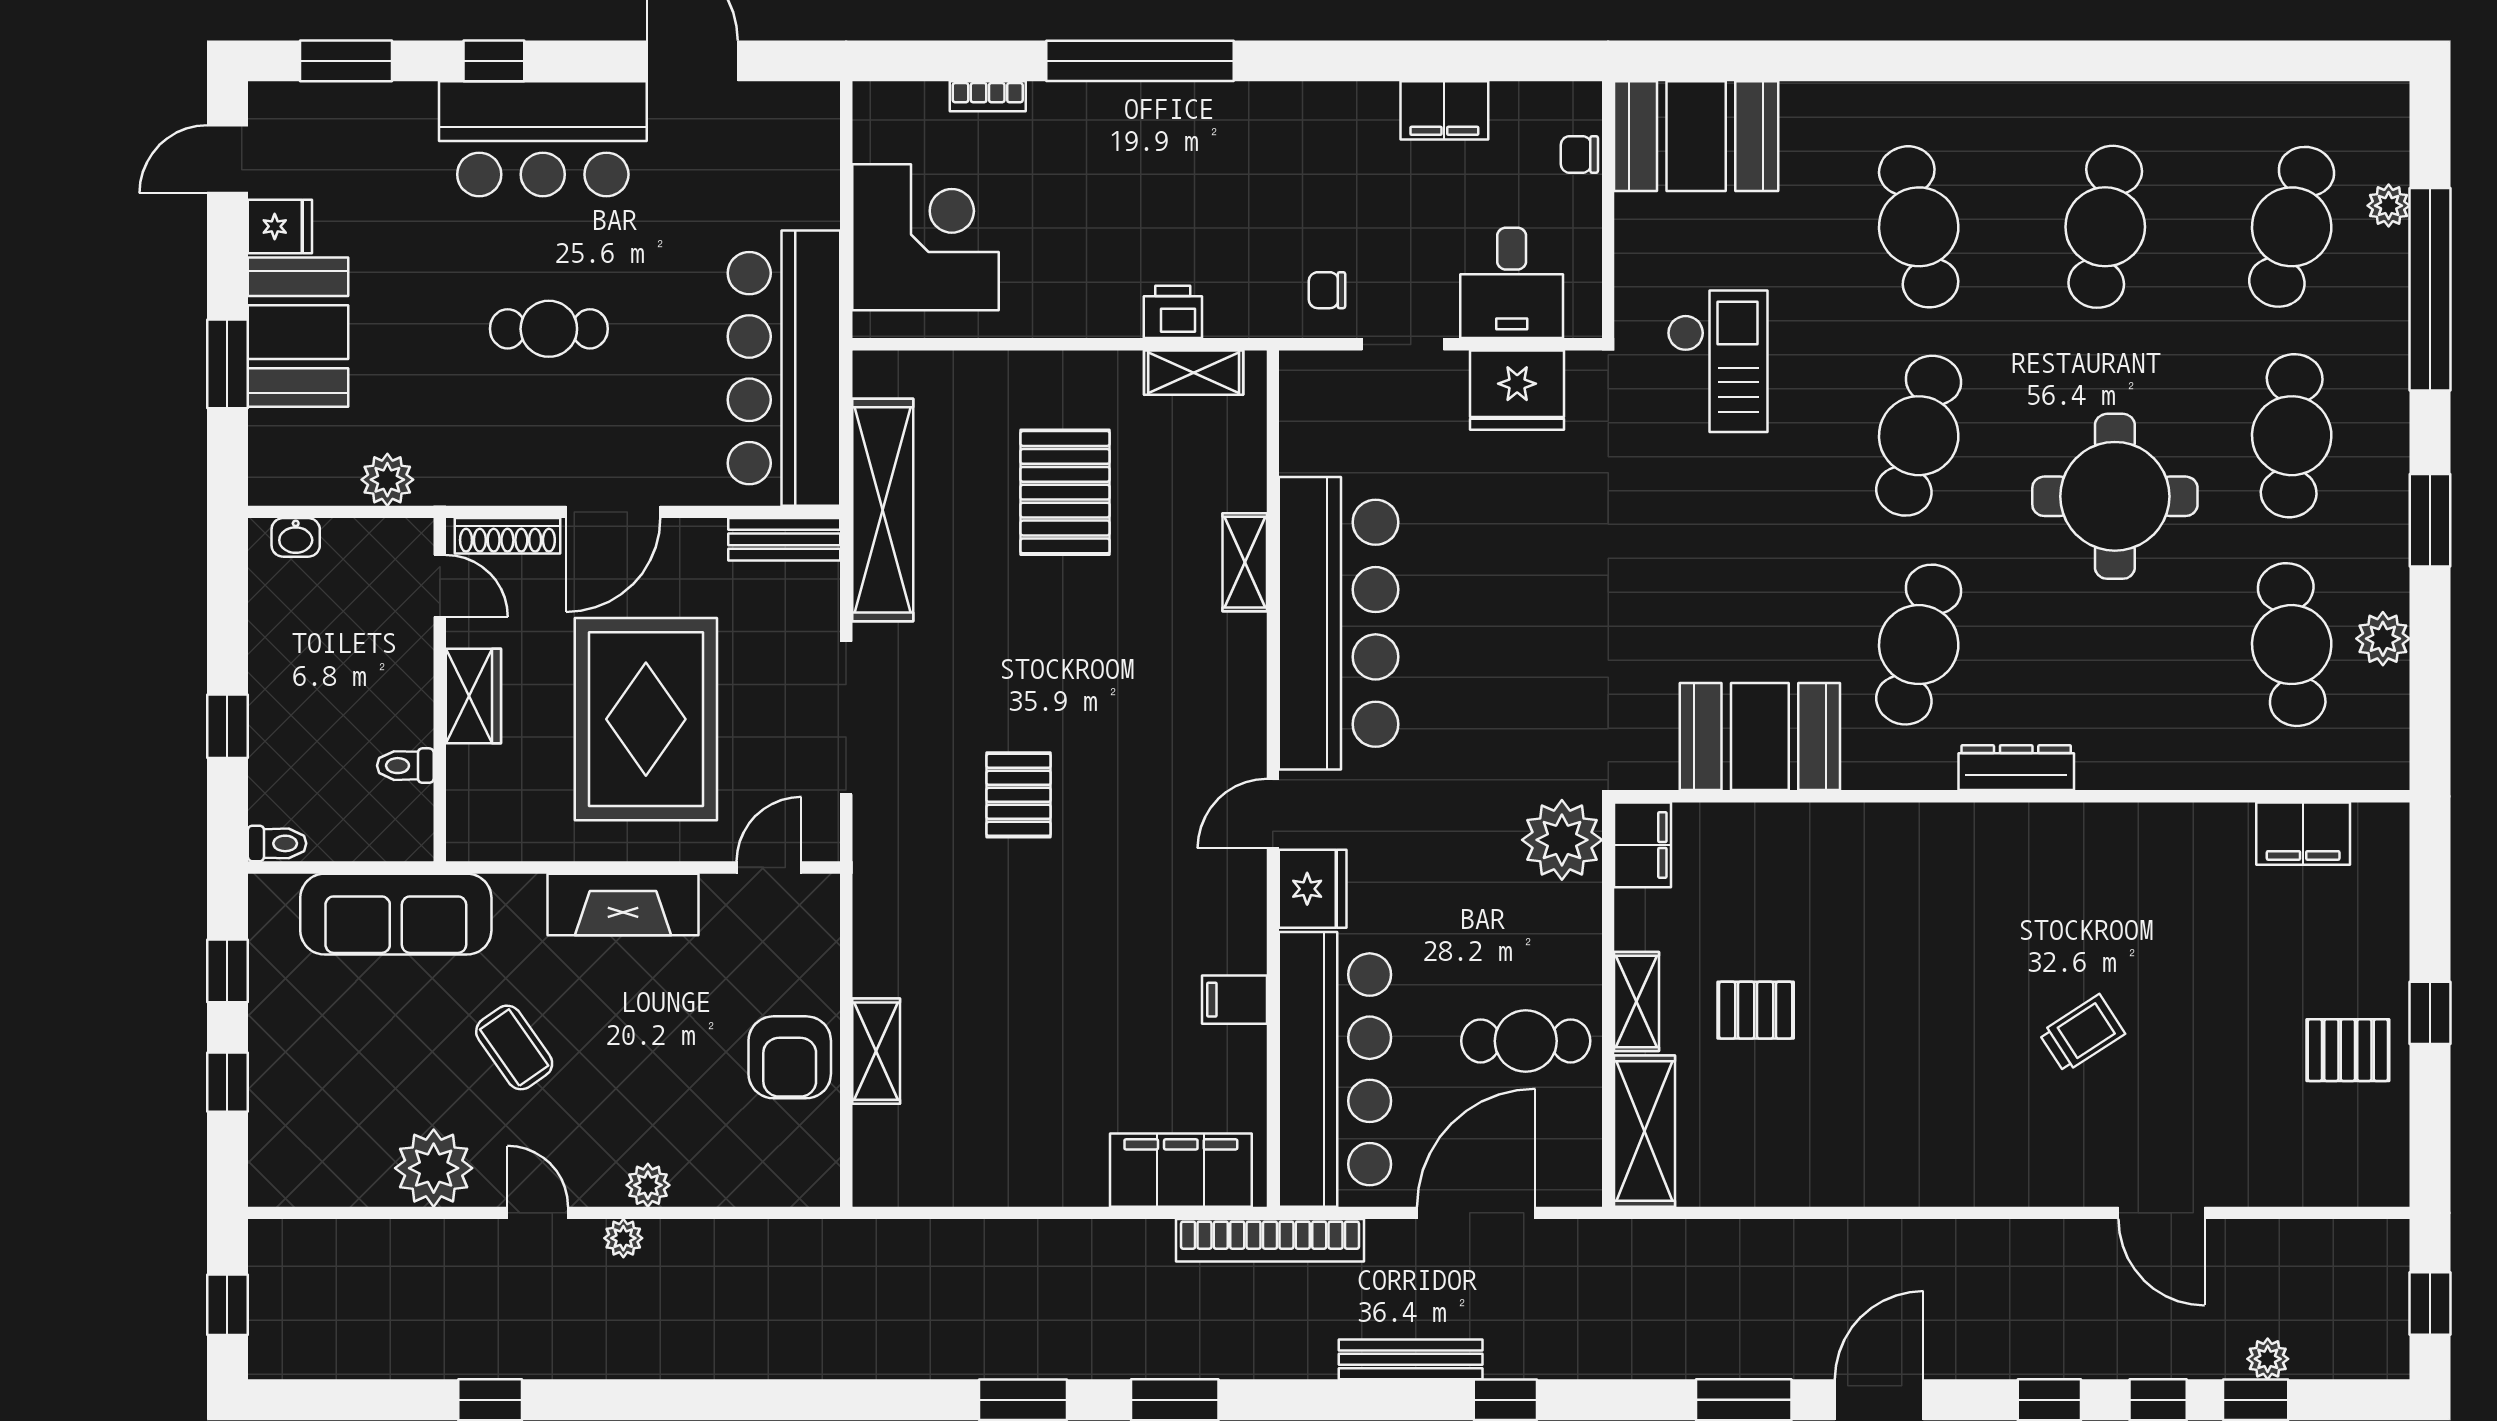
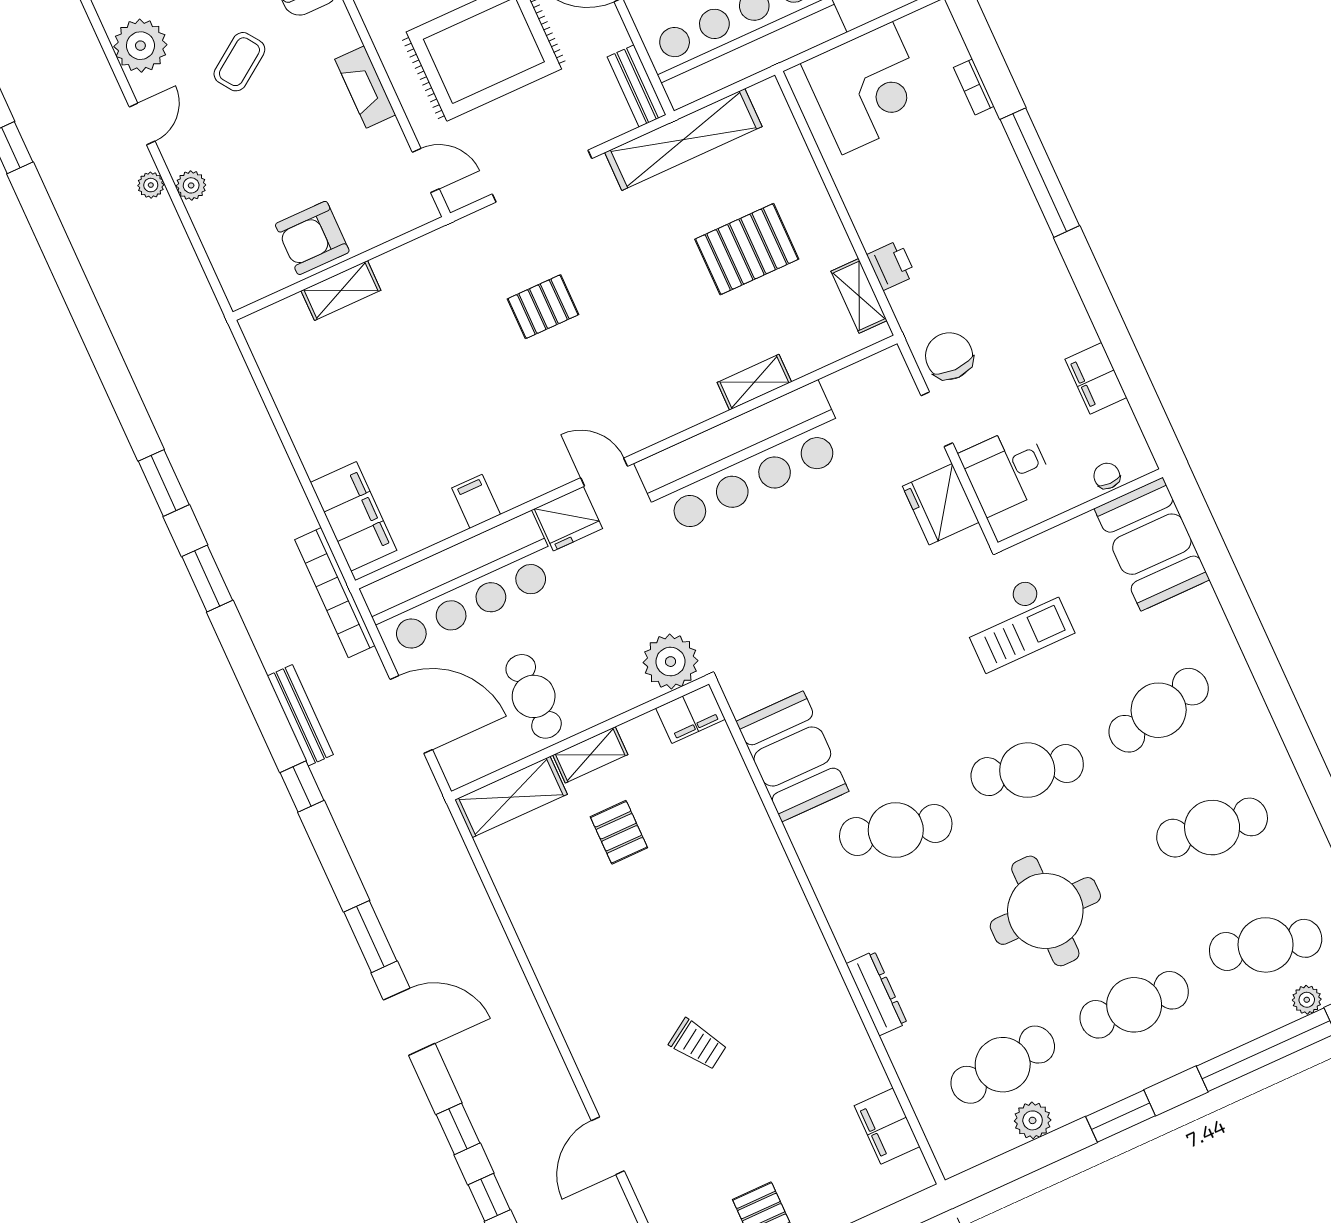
chair: (1327, 290) -> (949, 356), width x1.87, depth x1.87
dresser: (2016, 768) -> (877, 993), moved
fireplace: (623, 905) -> (365, 87), width x0.73, depth x0.76

